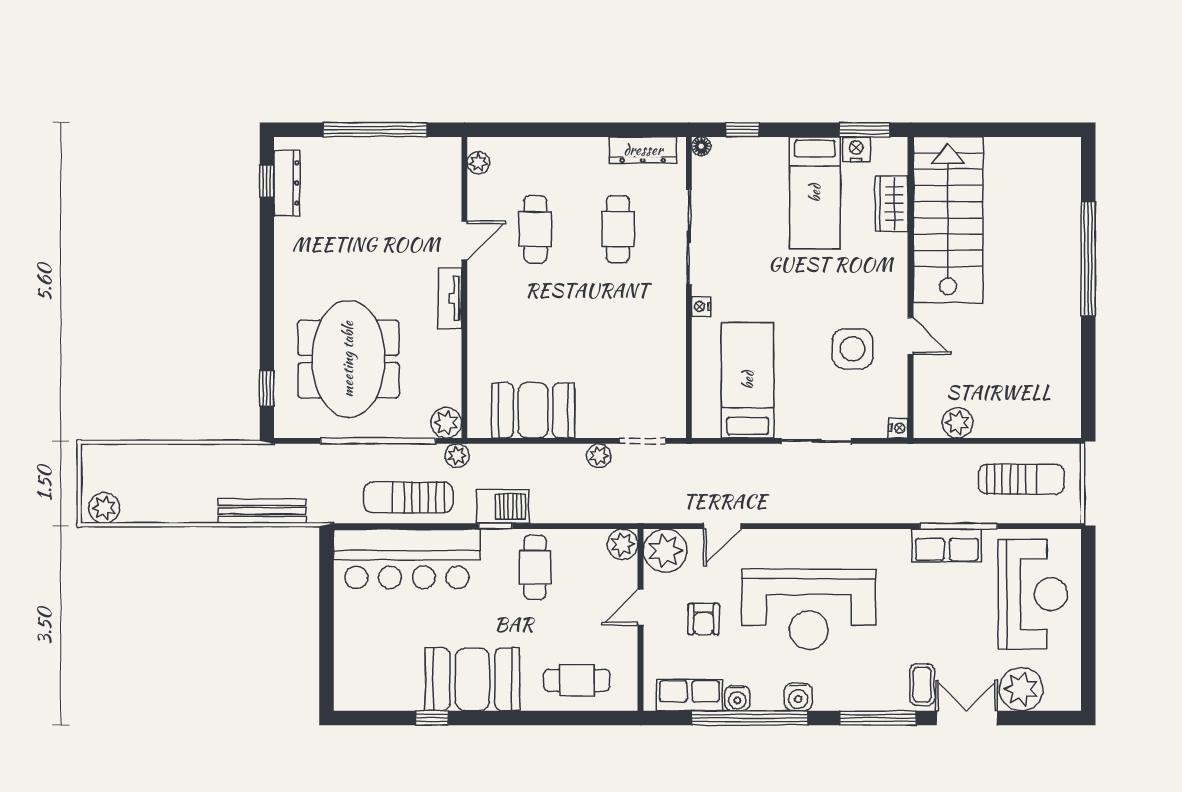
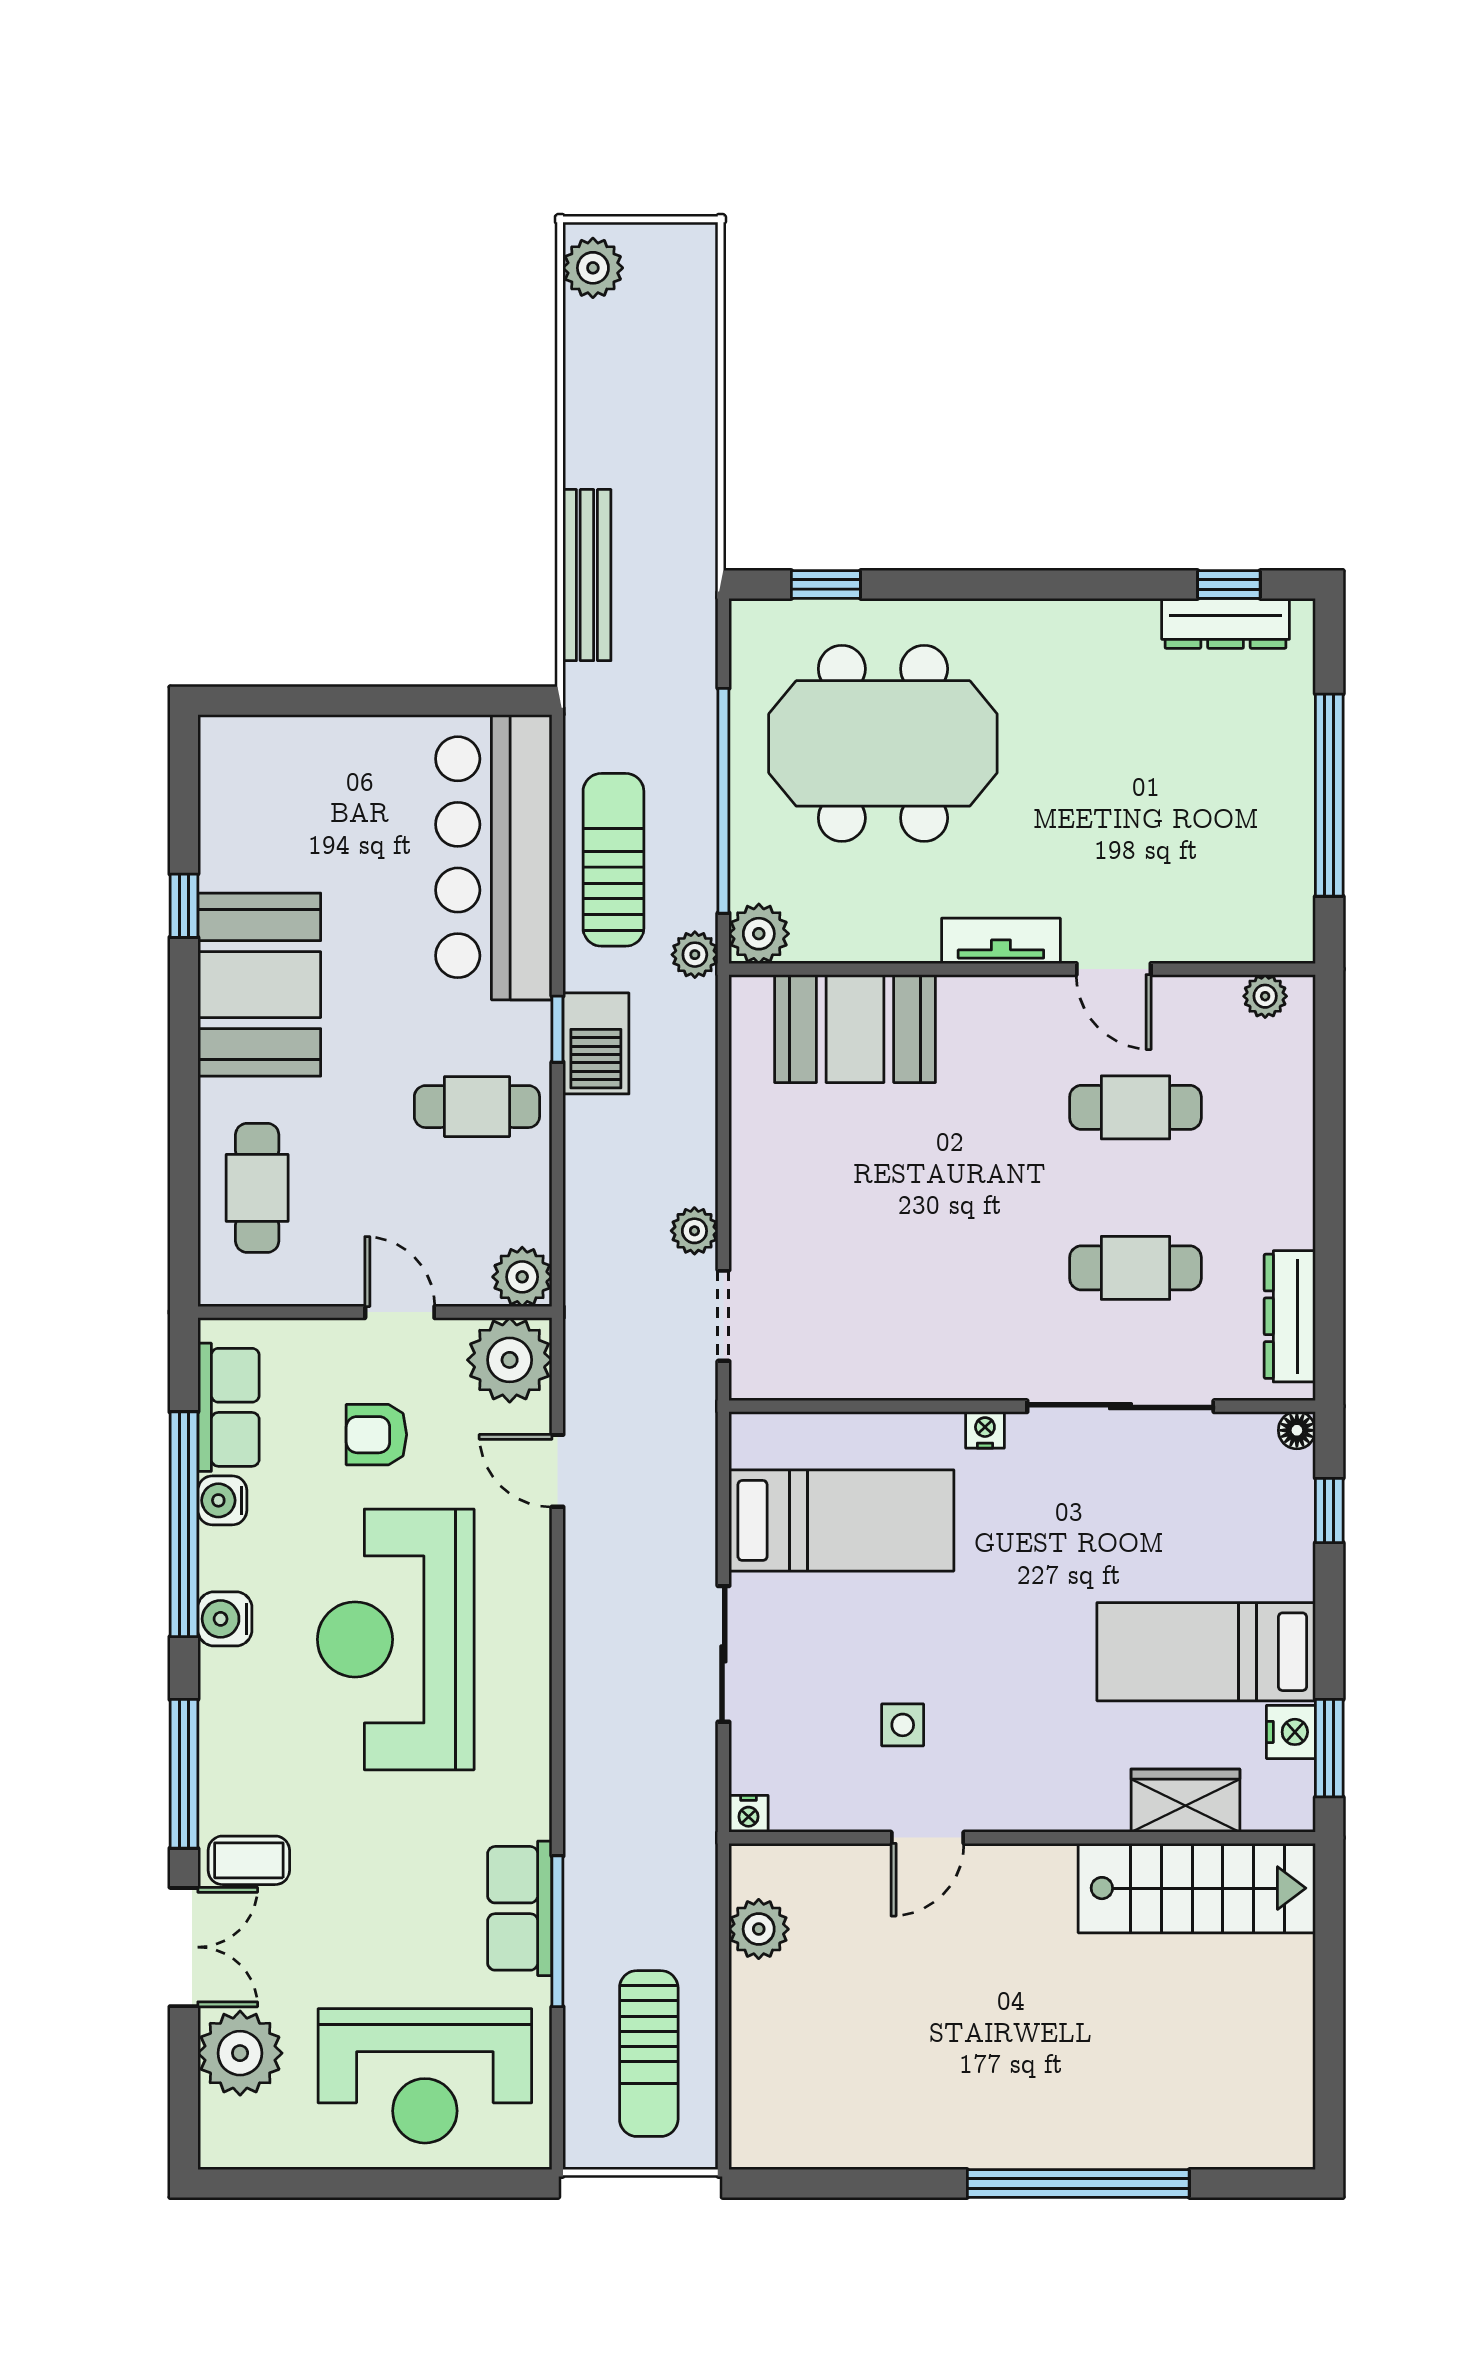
stairs: (948, 220) -> (1197, 1888), width x0.73, depth x0.66
side table: (853, 349) -> (903, 1725), width x0.54, depth x0.54
booth: (533, 410) -> (855, 1029), moved, turned 90

